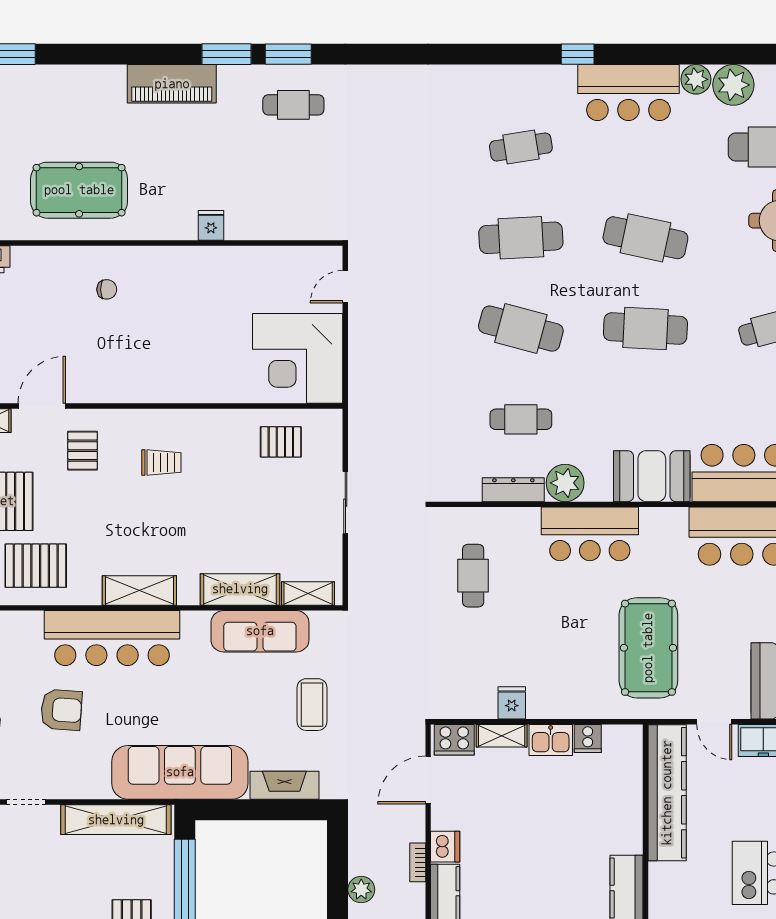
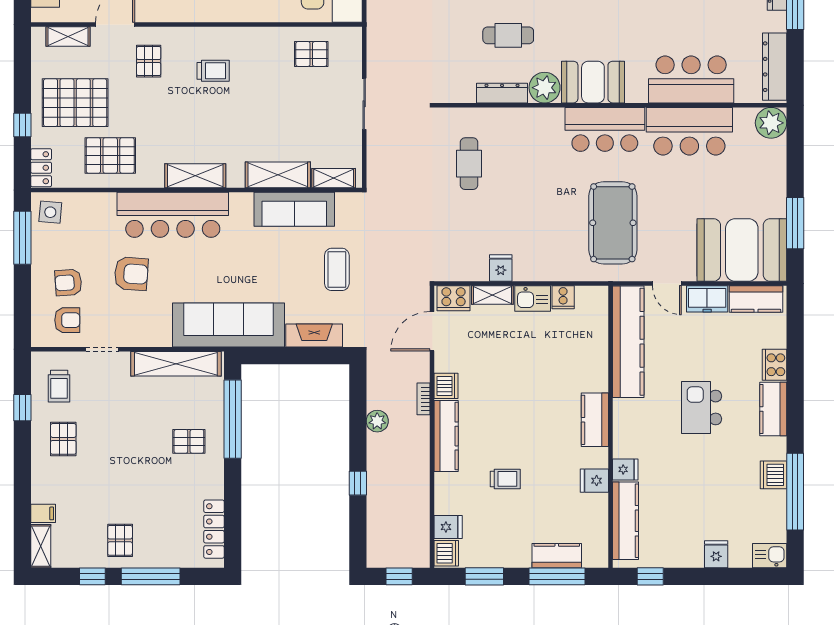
booth: (652, 476) -> (593, 82), moved
bar counter: (590, 534) -> (605, 129), moved

